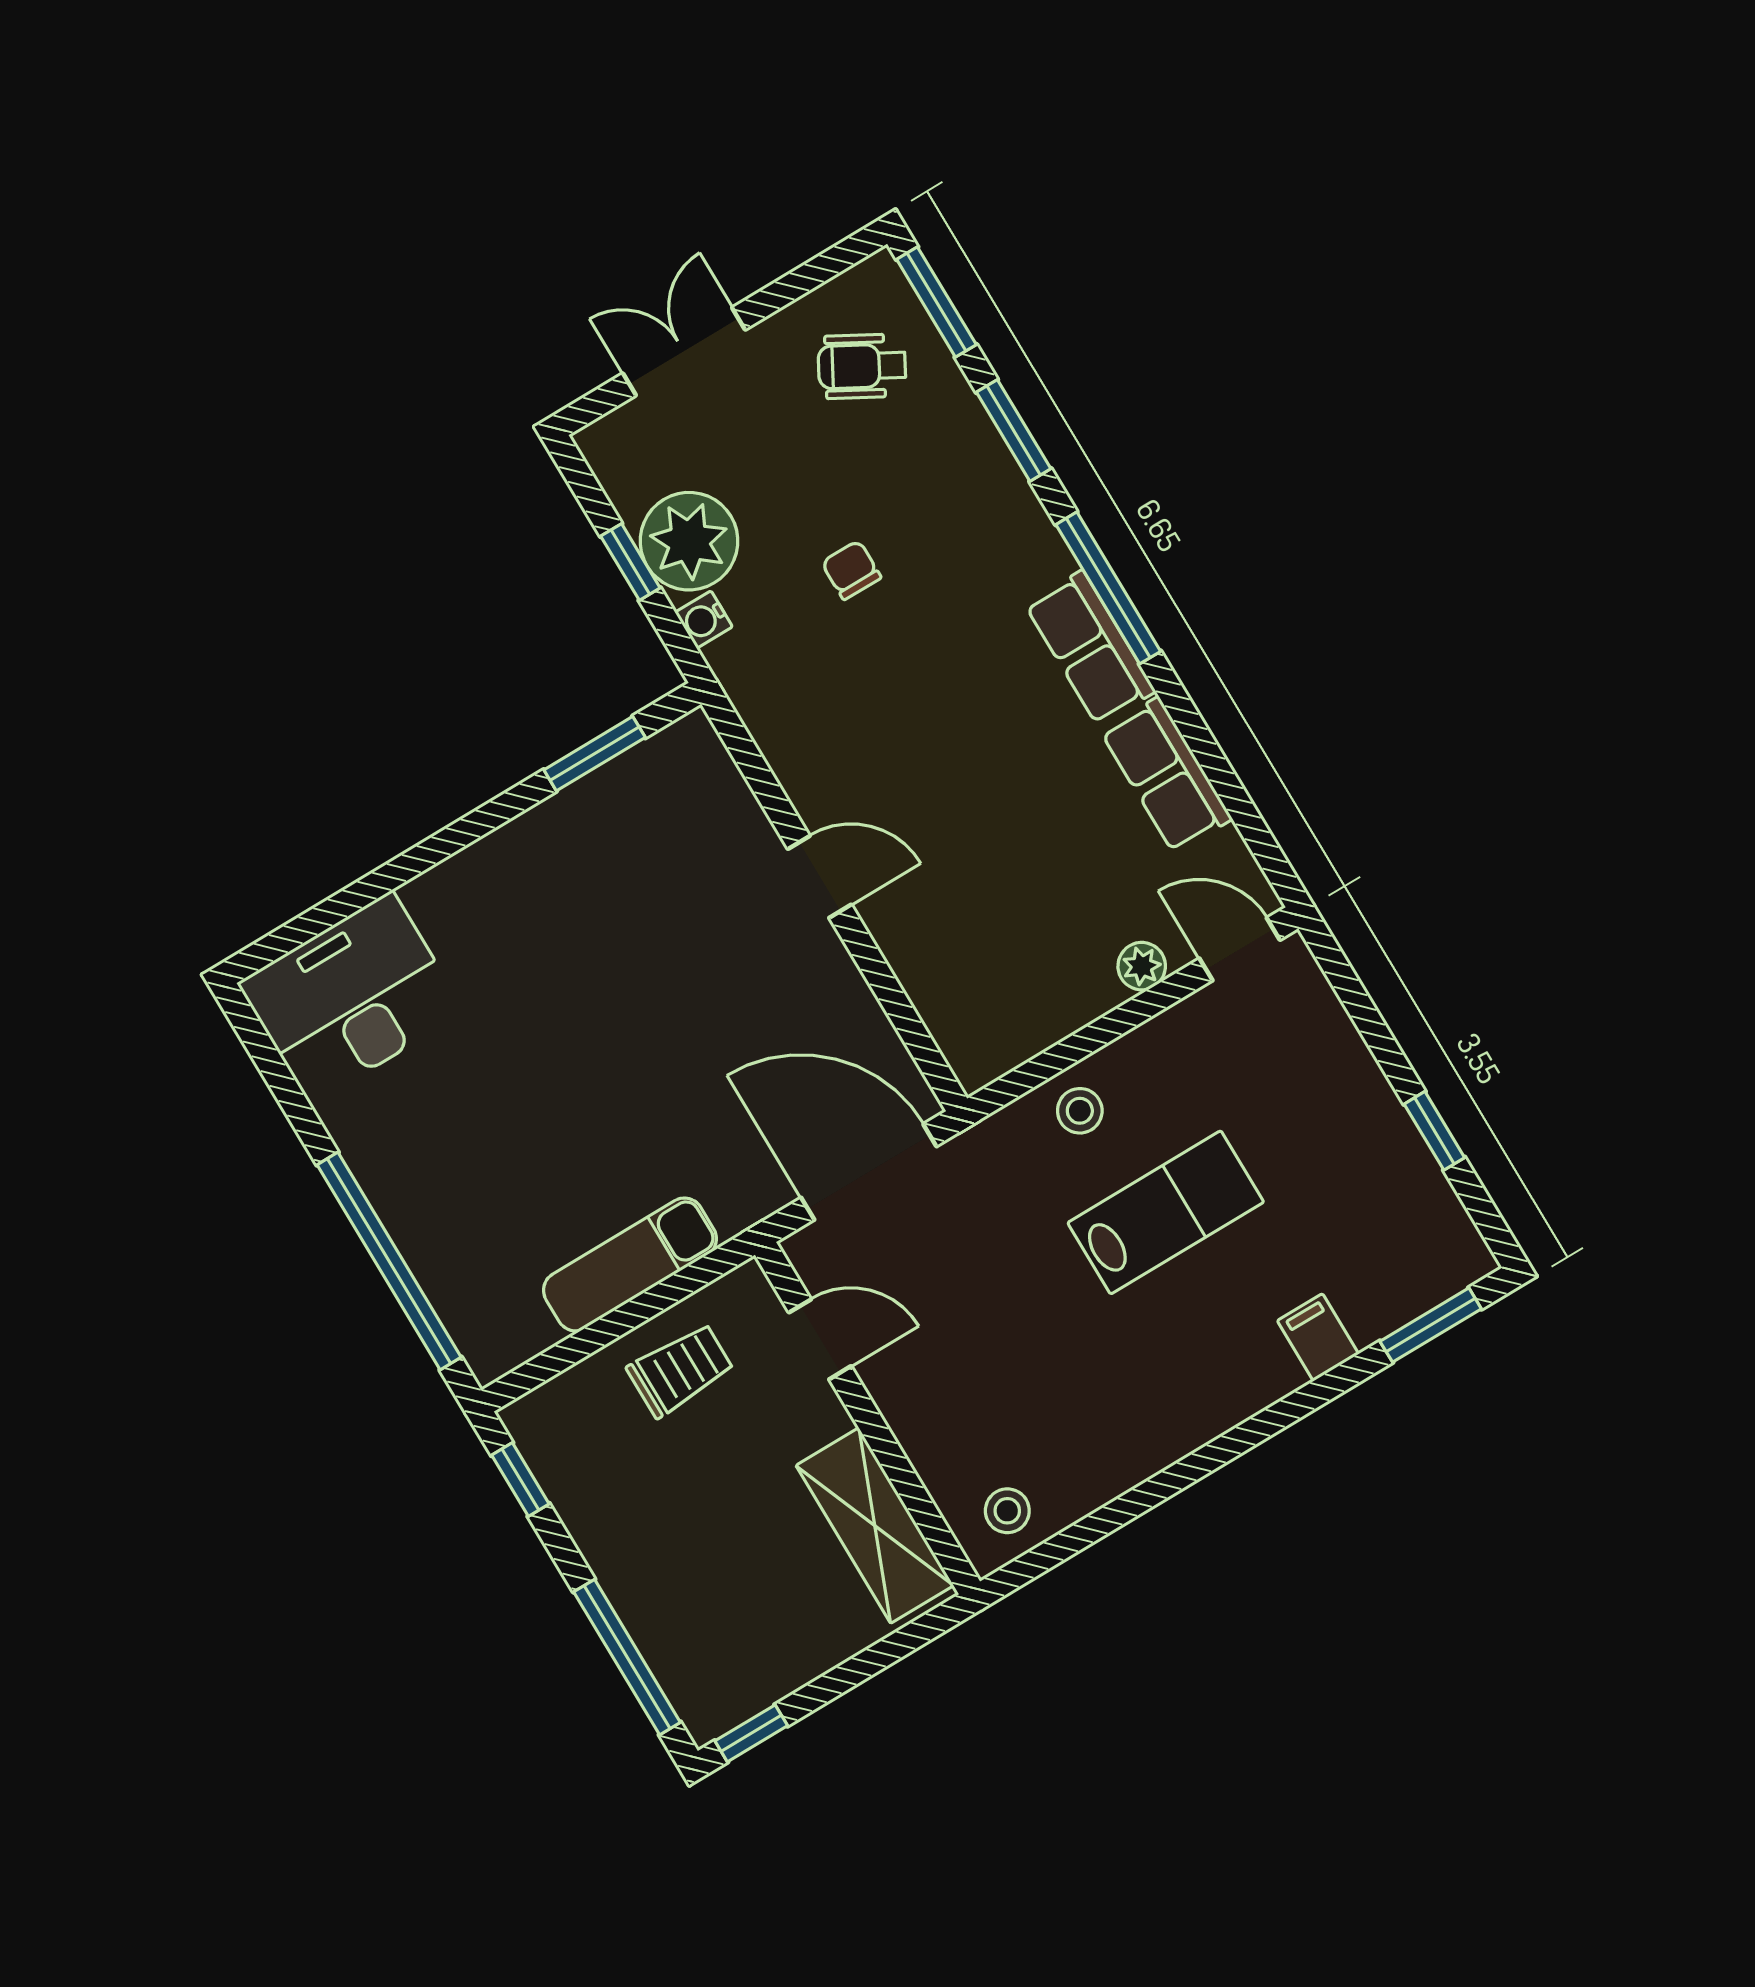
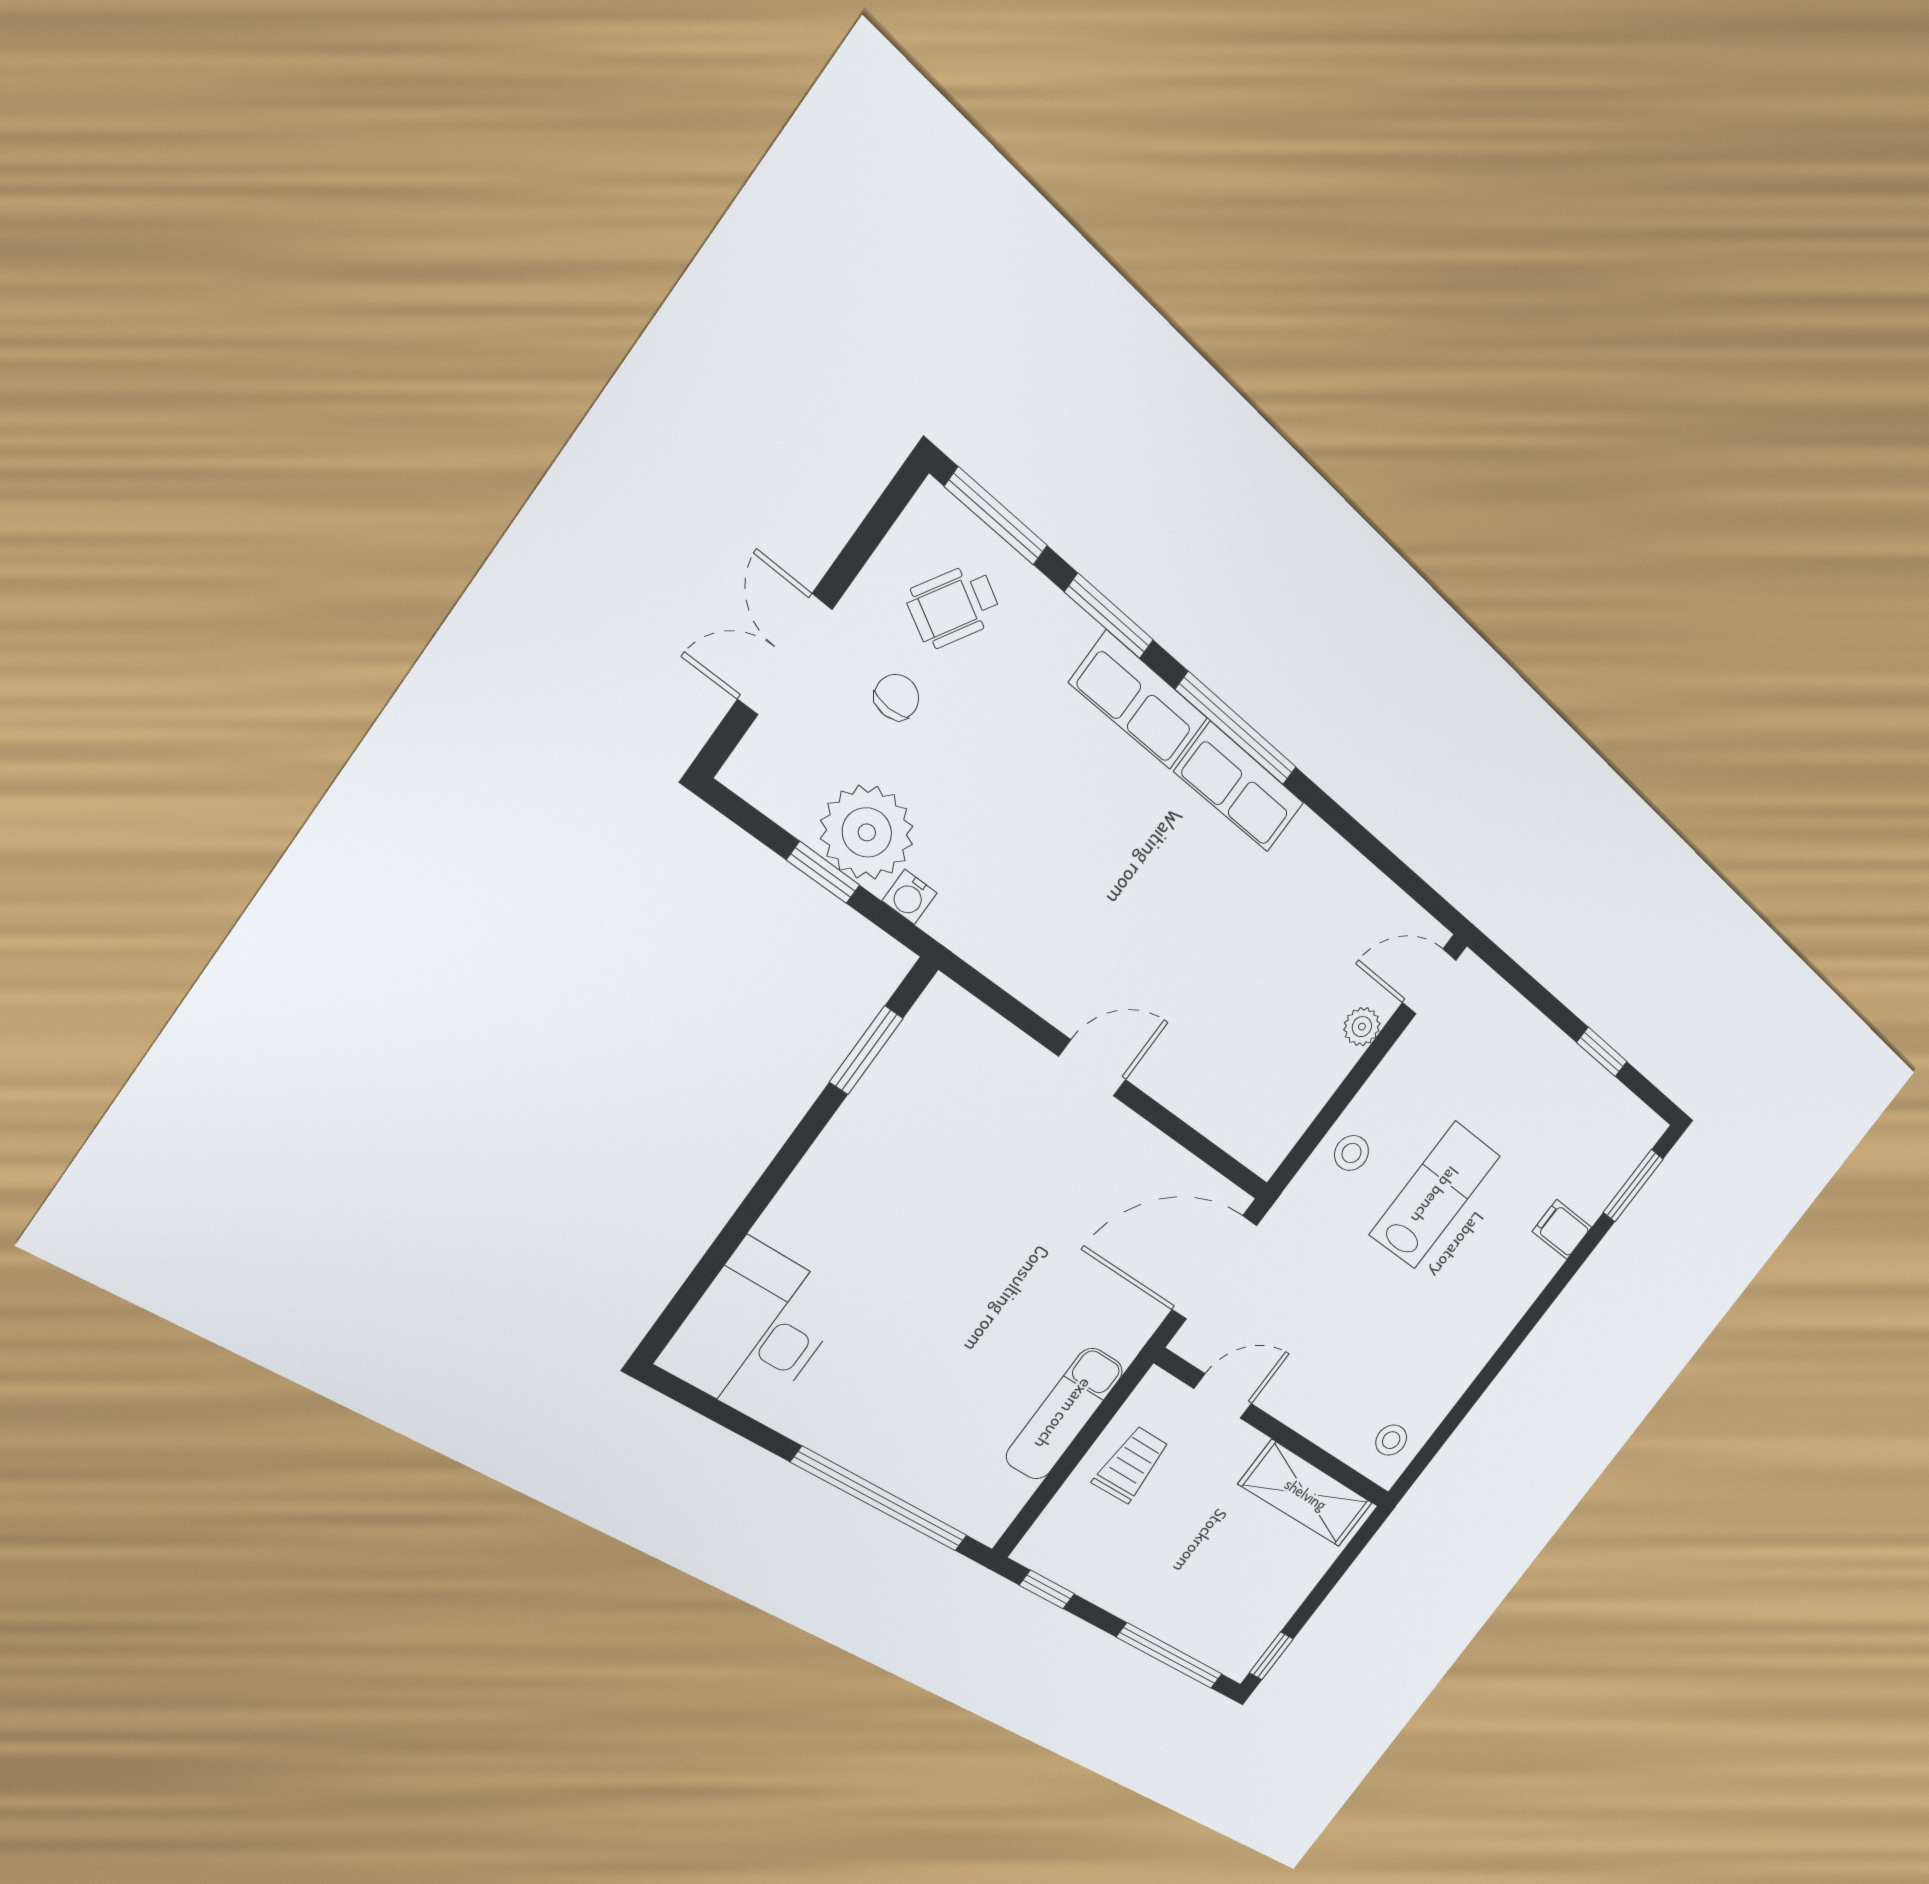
chair: (851, 570) -> (897, 697), moved, turned 90
row of seats: (1166, 775) -> (1139, 700), moved

